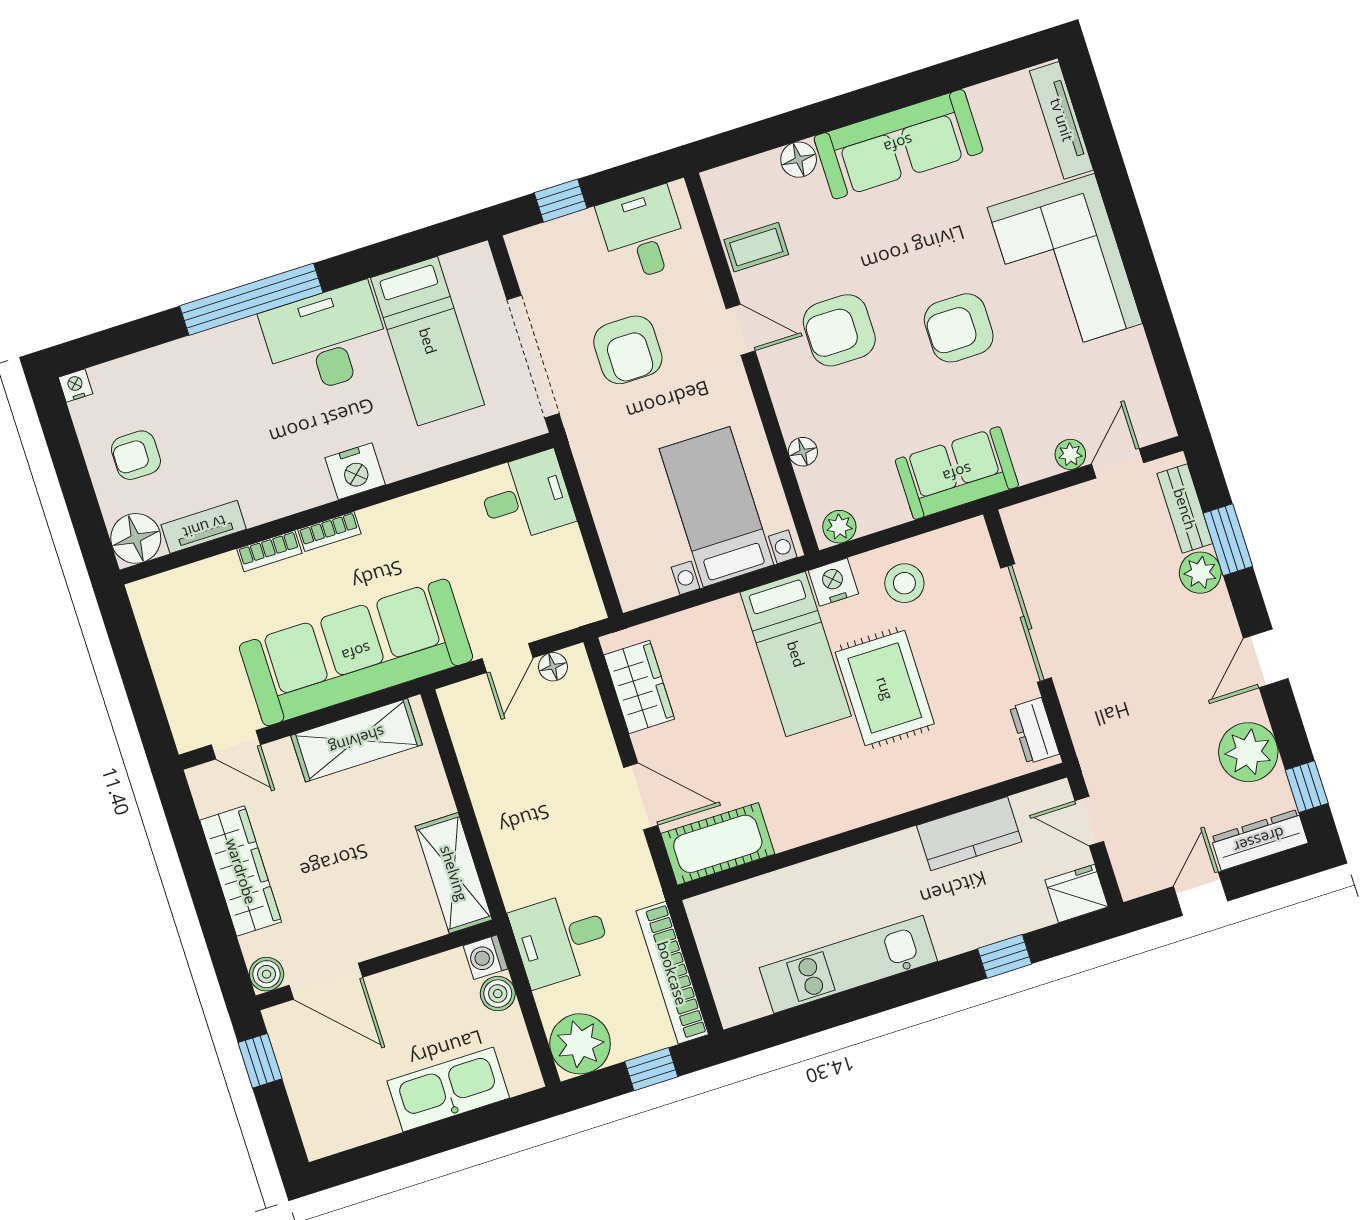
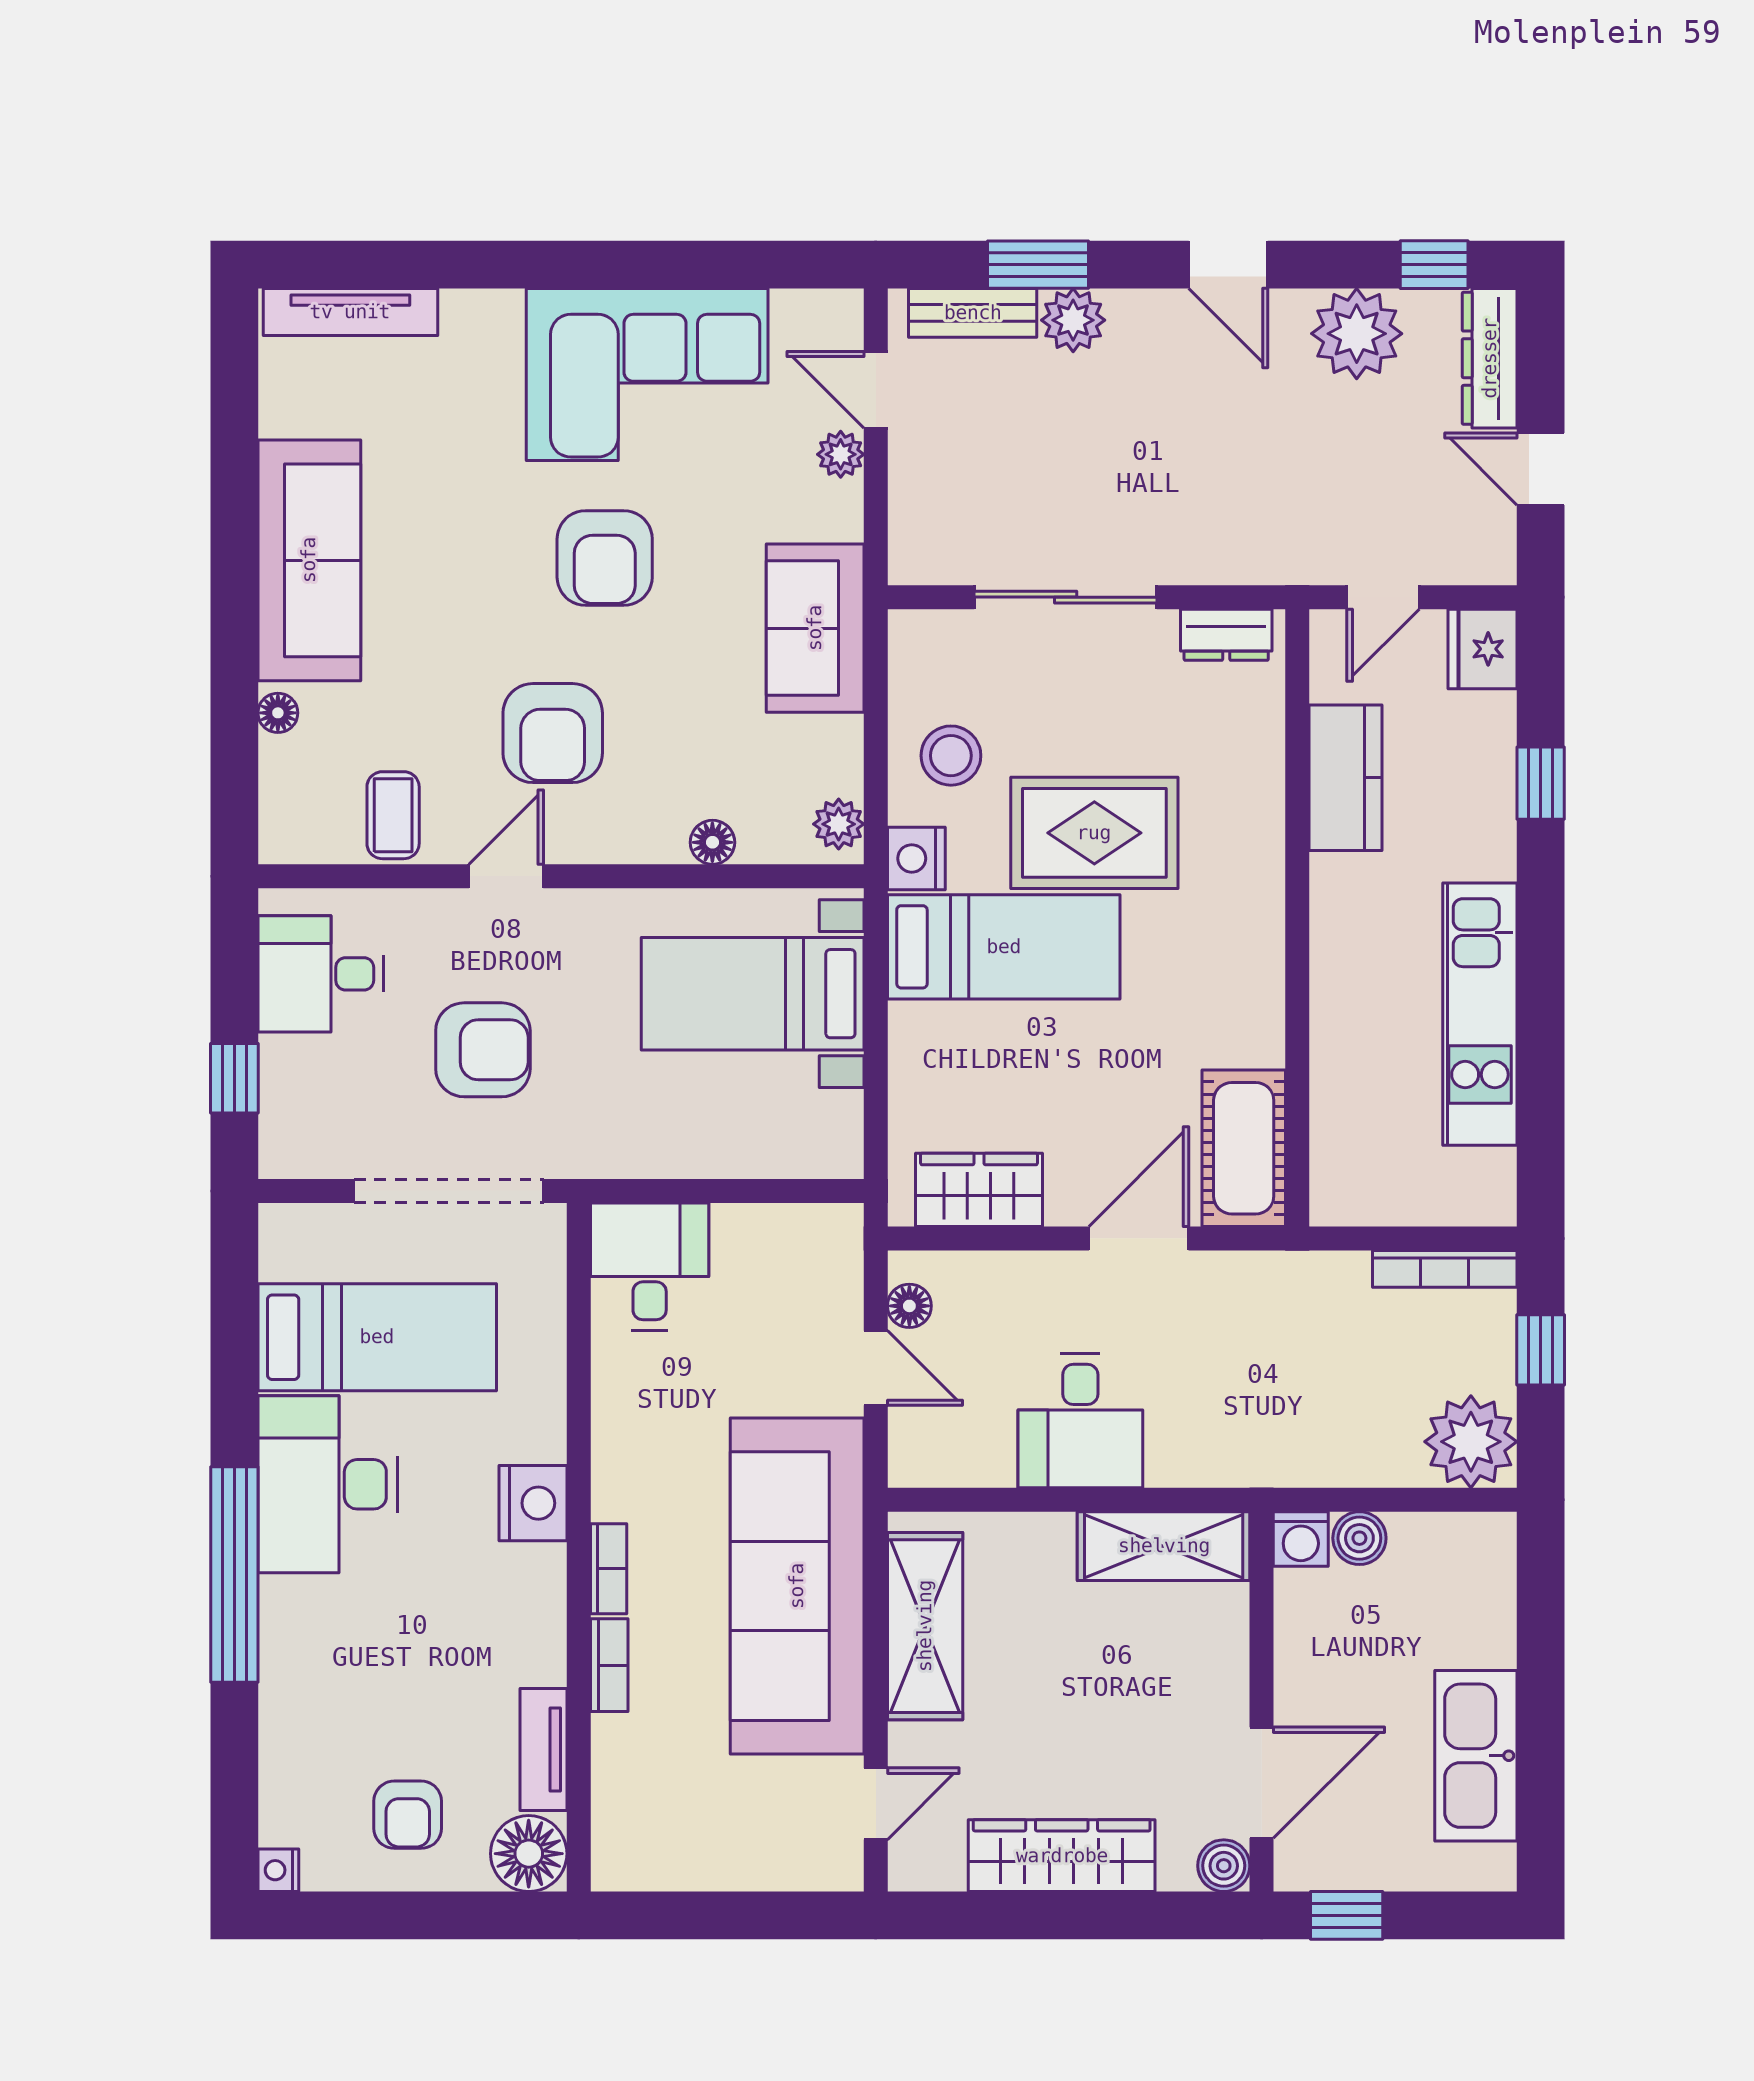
floor lamp: (799, 160) -> (278, 713), width x0.73, depth x0.73
corner sofa: (1065, 265) -> (647, 375), moved
desk: (561, 939) -> (1080, 1421), moved
bookcase: (672, 973) -> (1445, 1269), width x0.68, depth x0.76
kitchen sink: (448, 1089) -> (1476, 1756), moved

